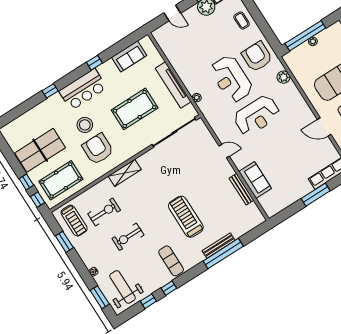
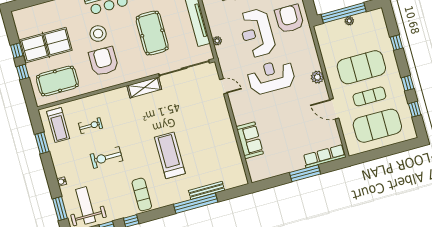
plant: (283, 77) -> (317, 77), moved
pool table: (135, 109) -> (152, 33), turned 90
reception desk: (257, 115) -> (271, 77), turned 180
door: (224, 151) -> (223, 86), moved
shelving: (125, 173) -> (144, 87), moved
bench: (241, 189) -> (233, 145), removed
window: (38, 200) -> (17, 50), moved
exercise bike: (104, 212) -> (90, 126), width x0.73, depth x0.72
bench: (219, 246) -> (207, 190), moved

